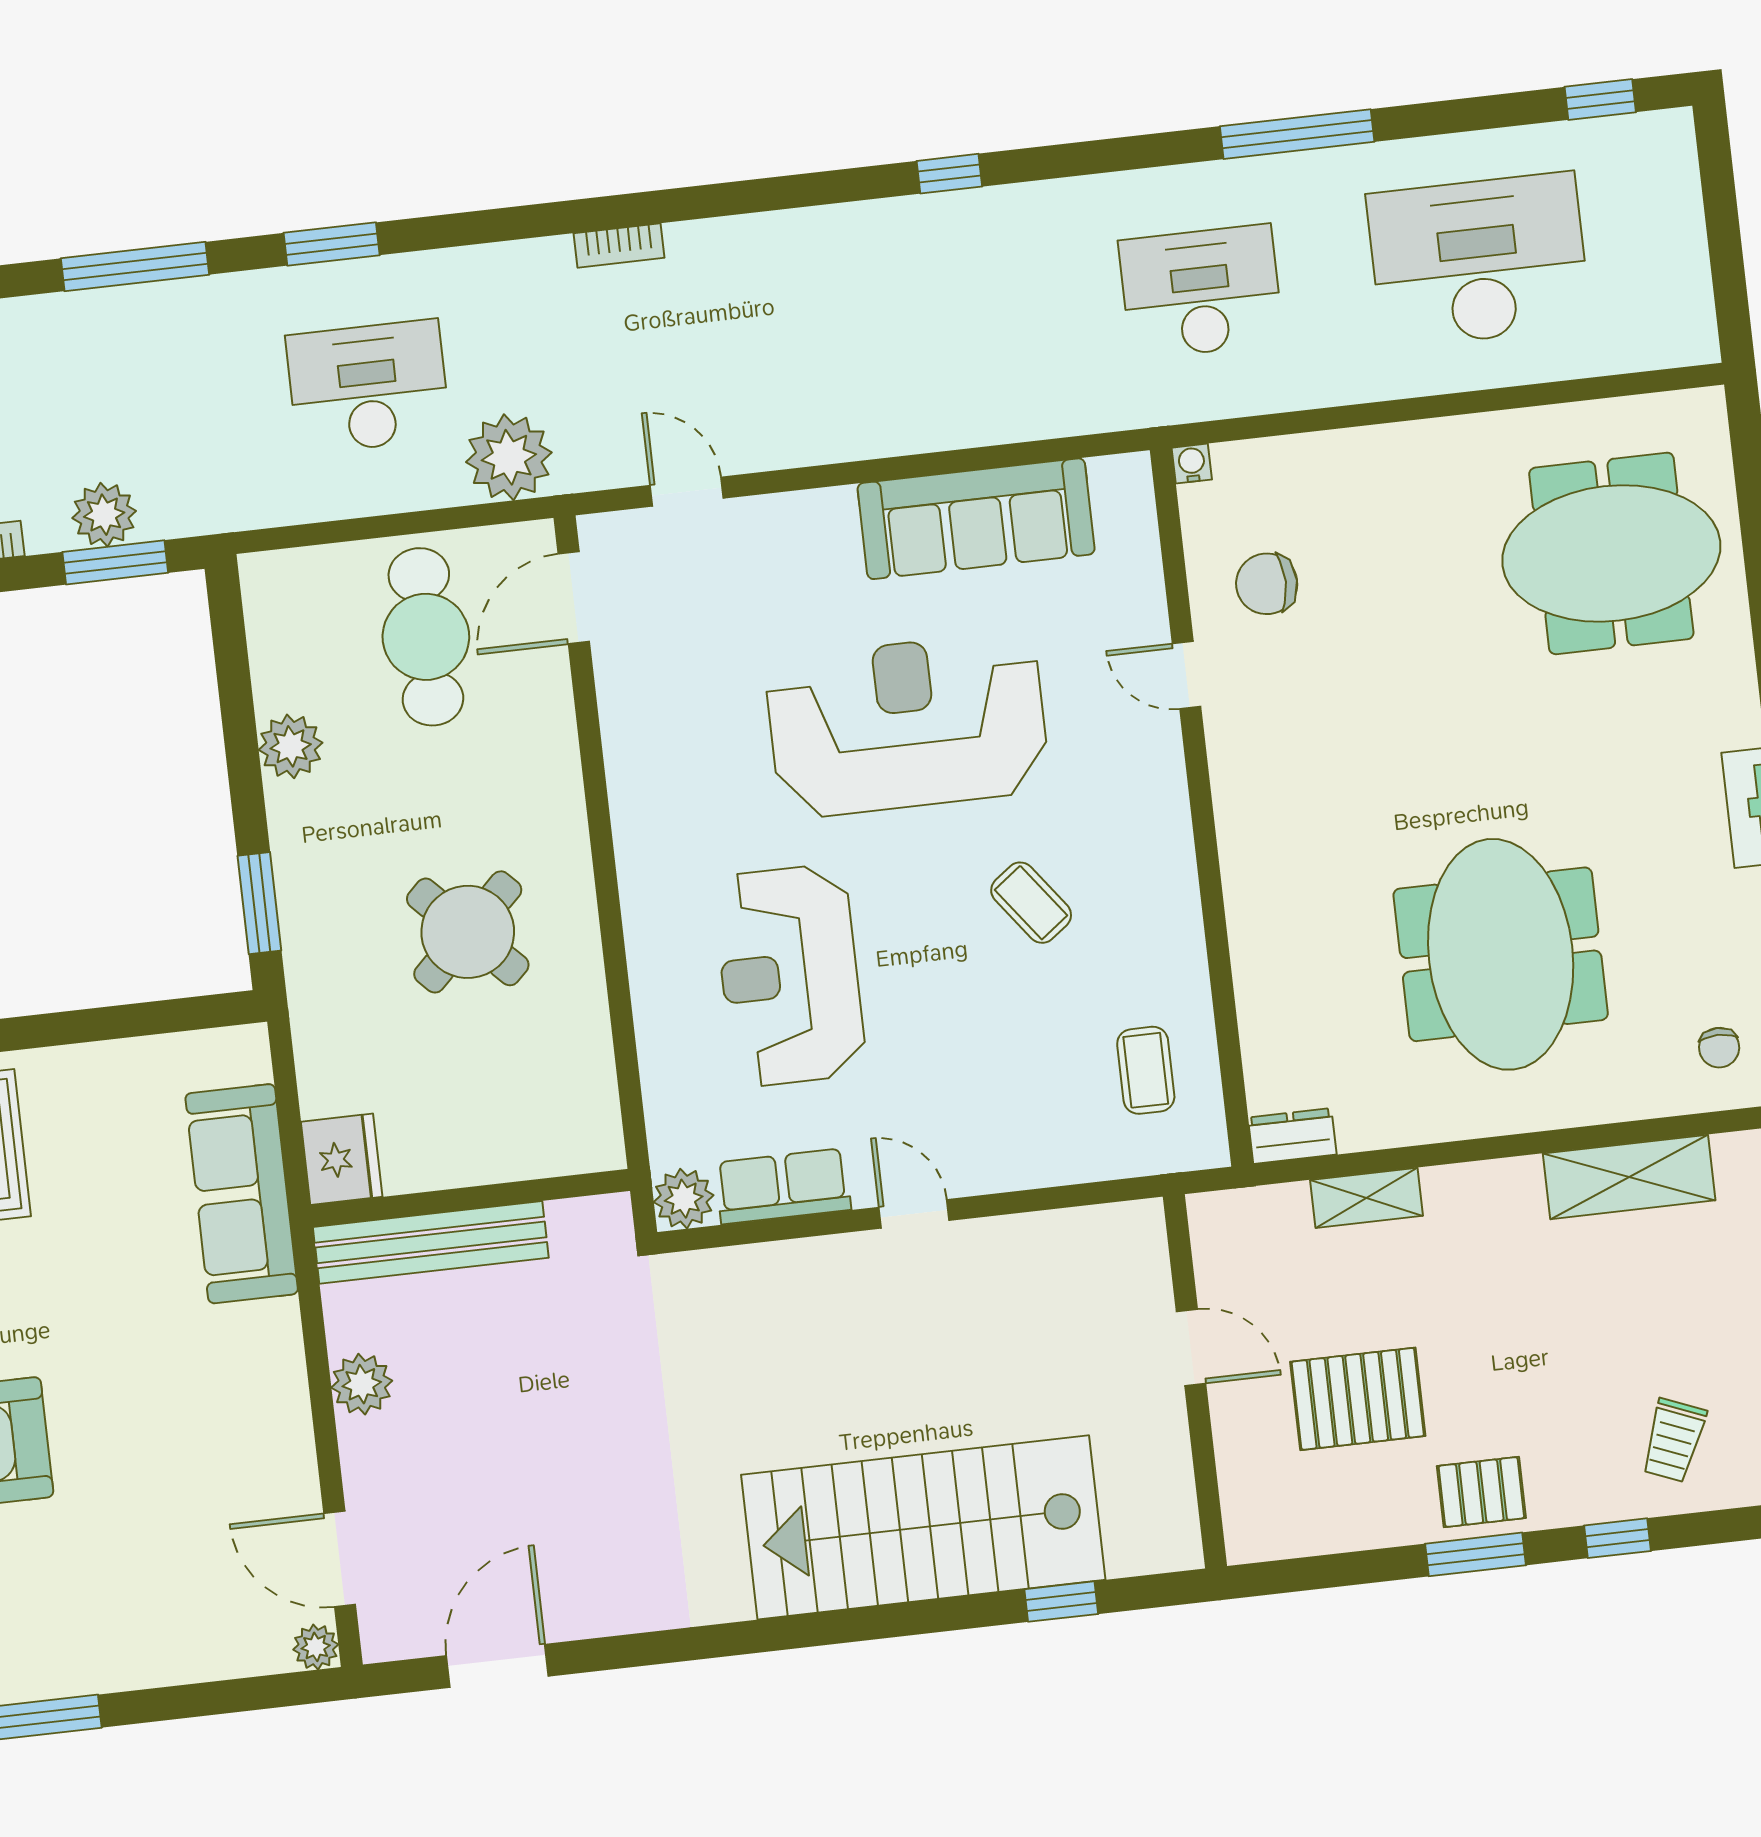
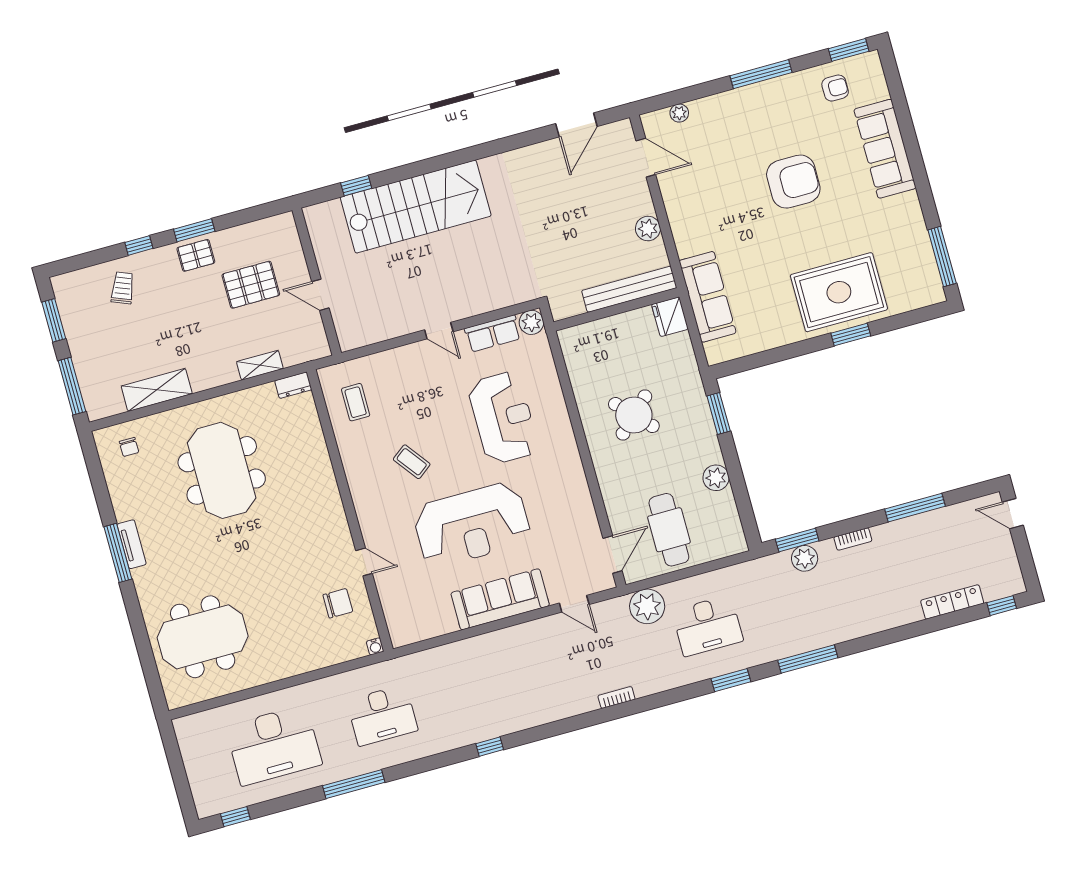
sofa: (976, 519) -> (500, 599), moved
chair: (1719, 1048) -> (129, 447), turned 180
plant: (316, 1647) -> (679, 113), moved

